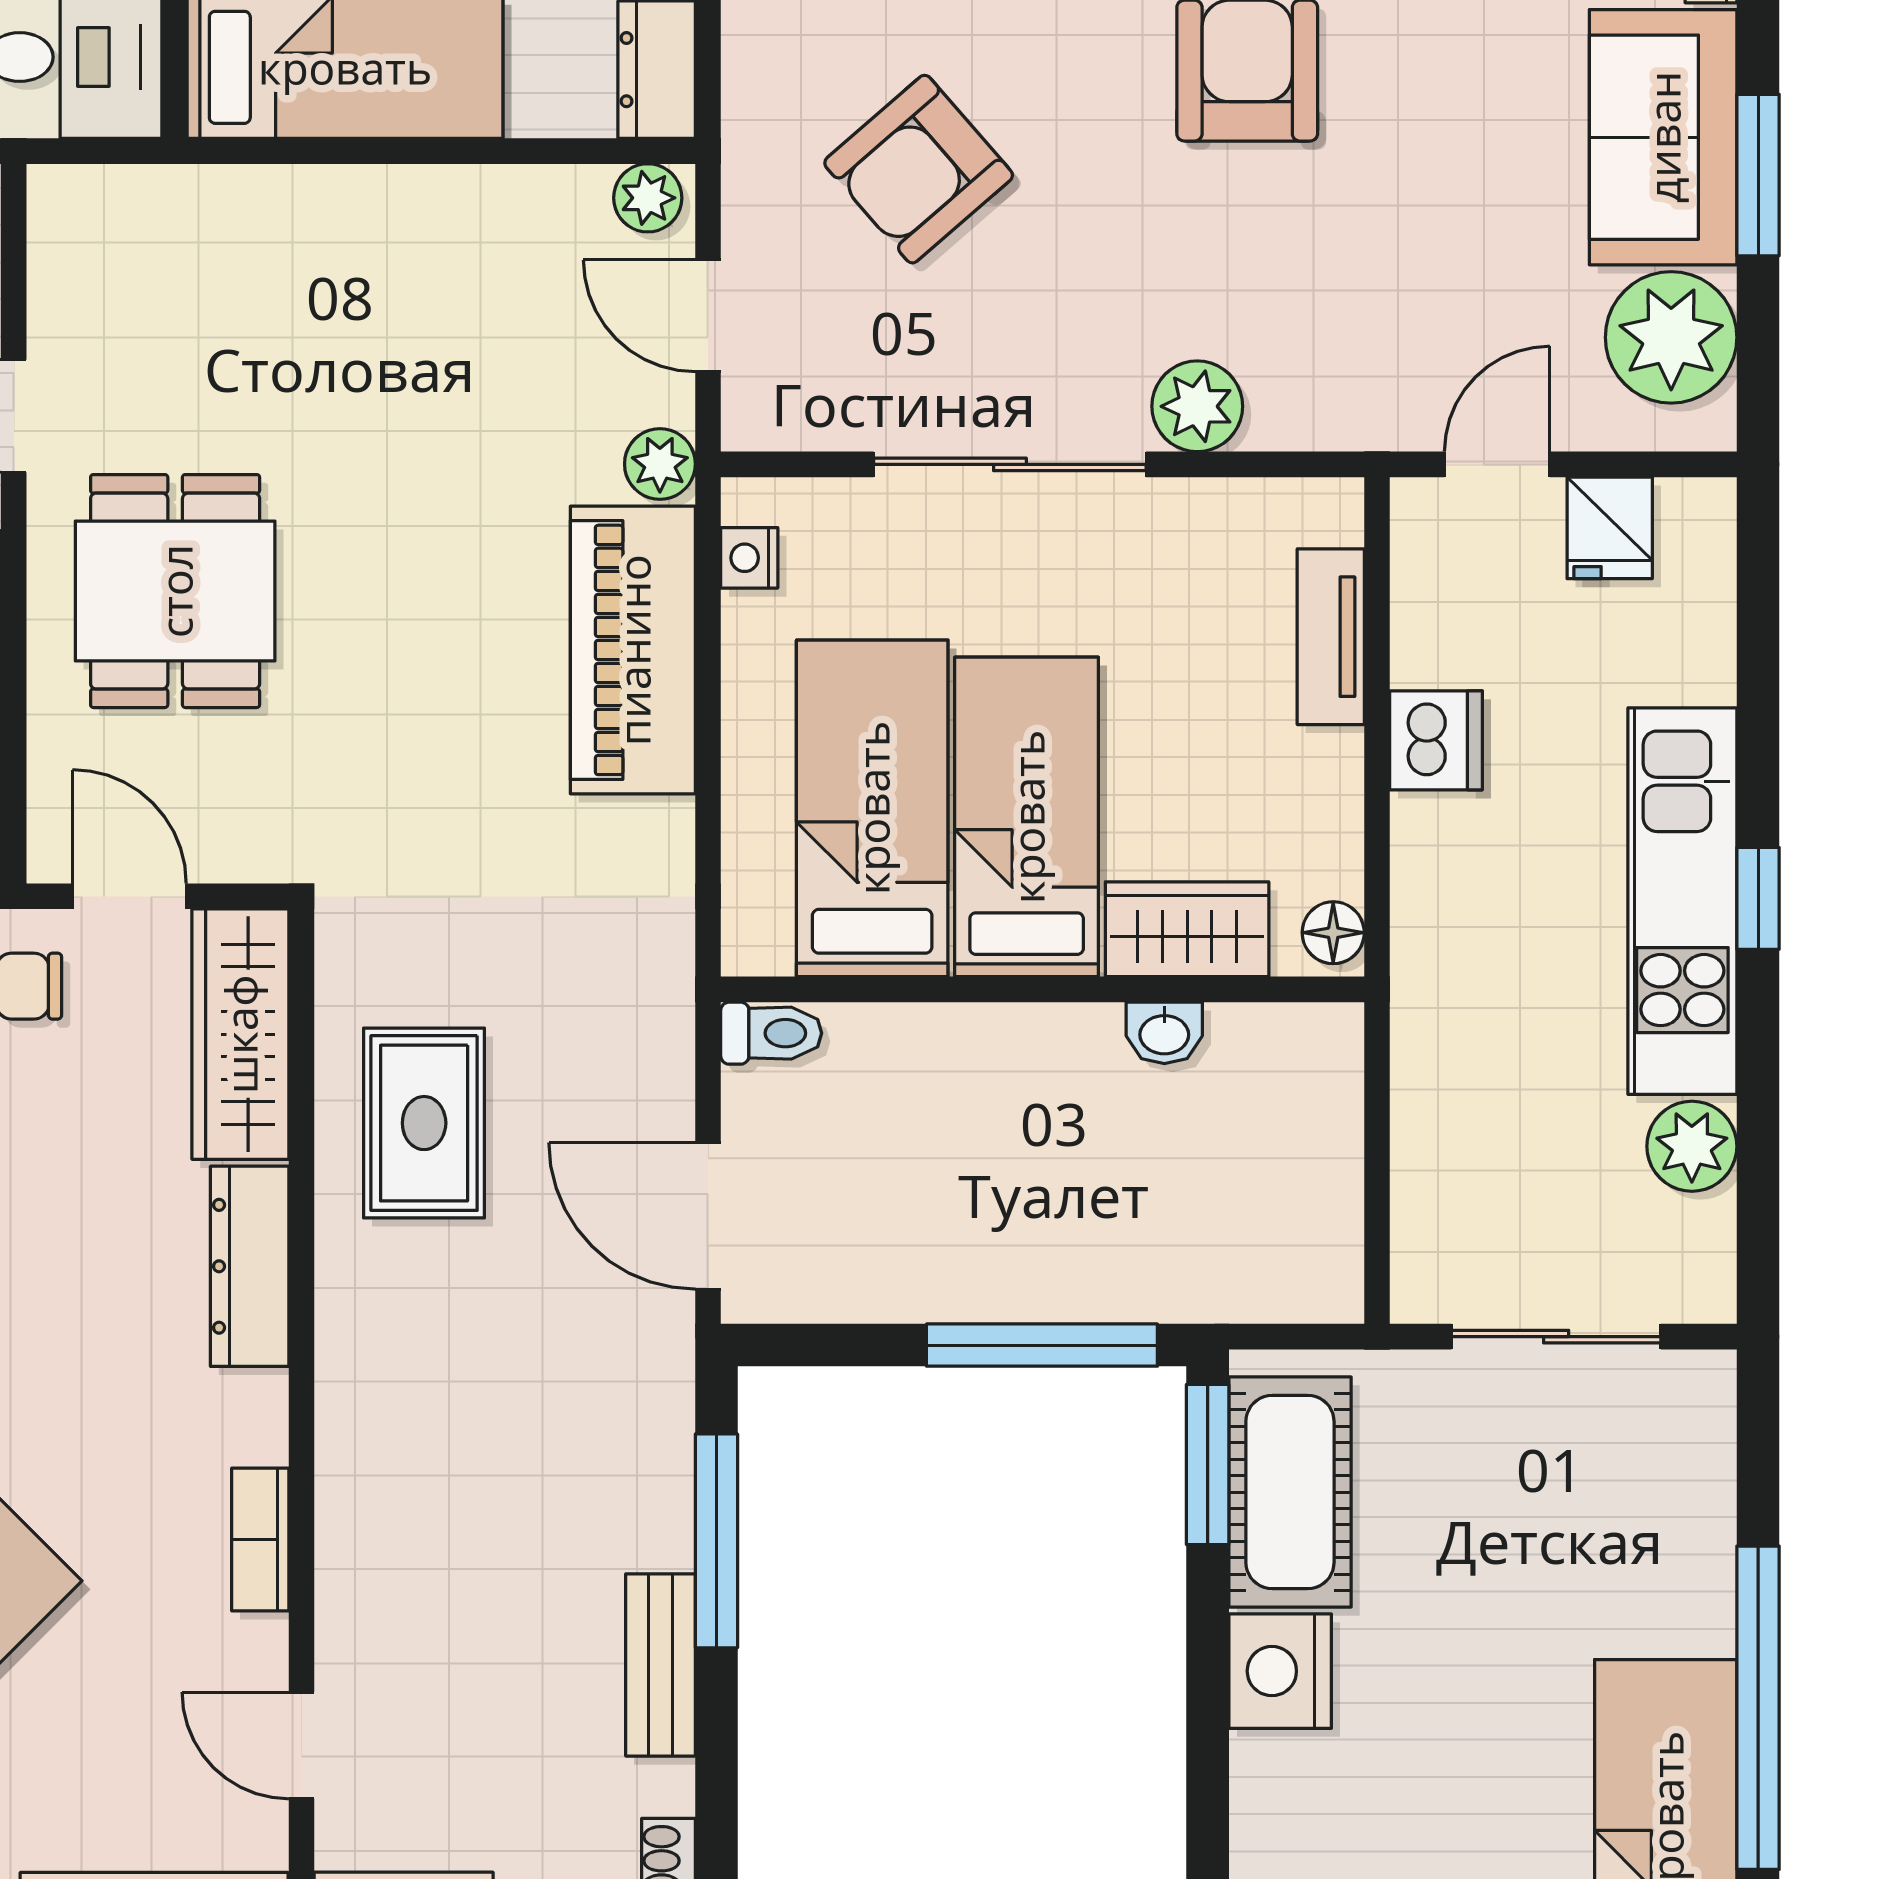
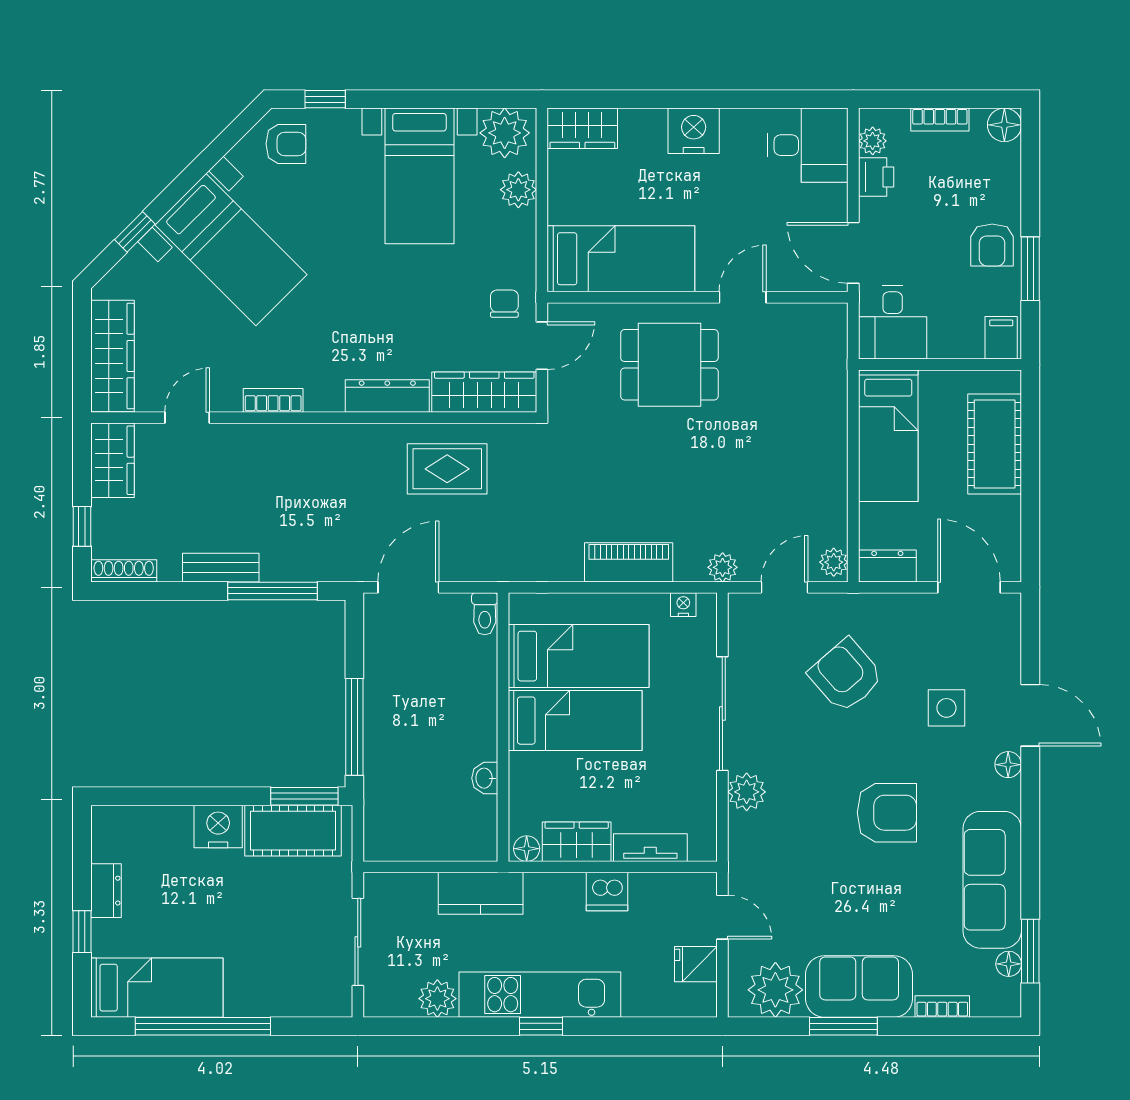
piano: (633, 650) -> (629, 562), width x0.73, depth x0.75
wardrobe: (1187, 929) -> (577, 842), moved, turned -90
kitchen counter: (1440, 1043) -> (481, 893), added

